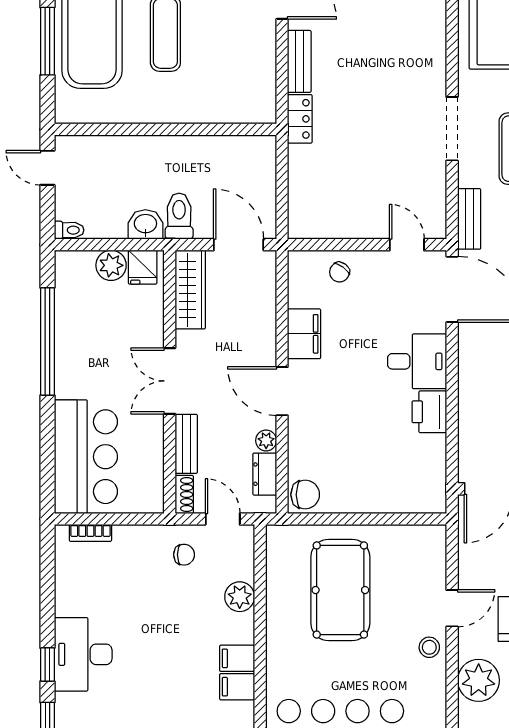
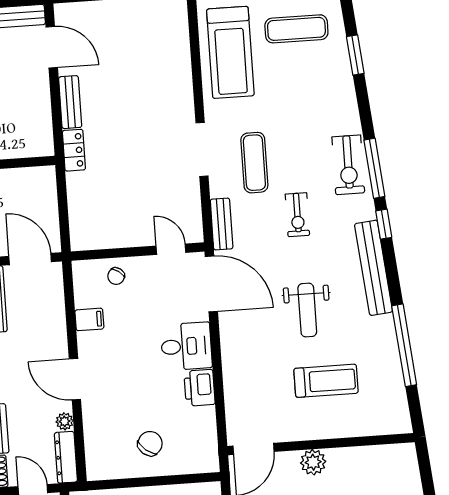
filing cabinet: (304, 334) -> (89, 319), width x0.50
dresser: (265, 474) -> (66, 457), width x1.44
chair: (305, 495) -> (150, 444), moved, turned -51

